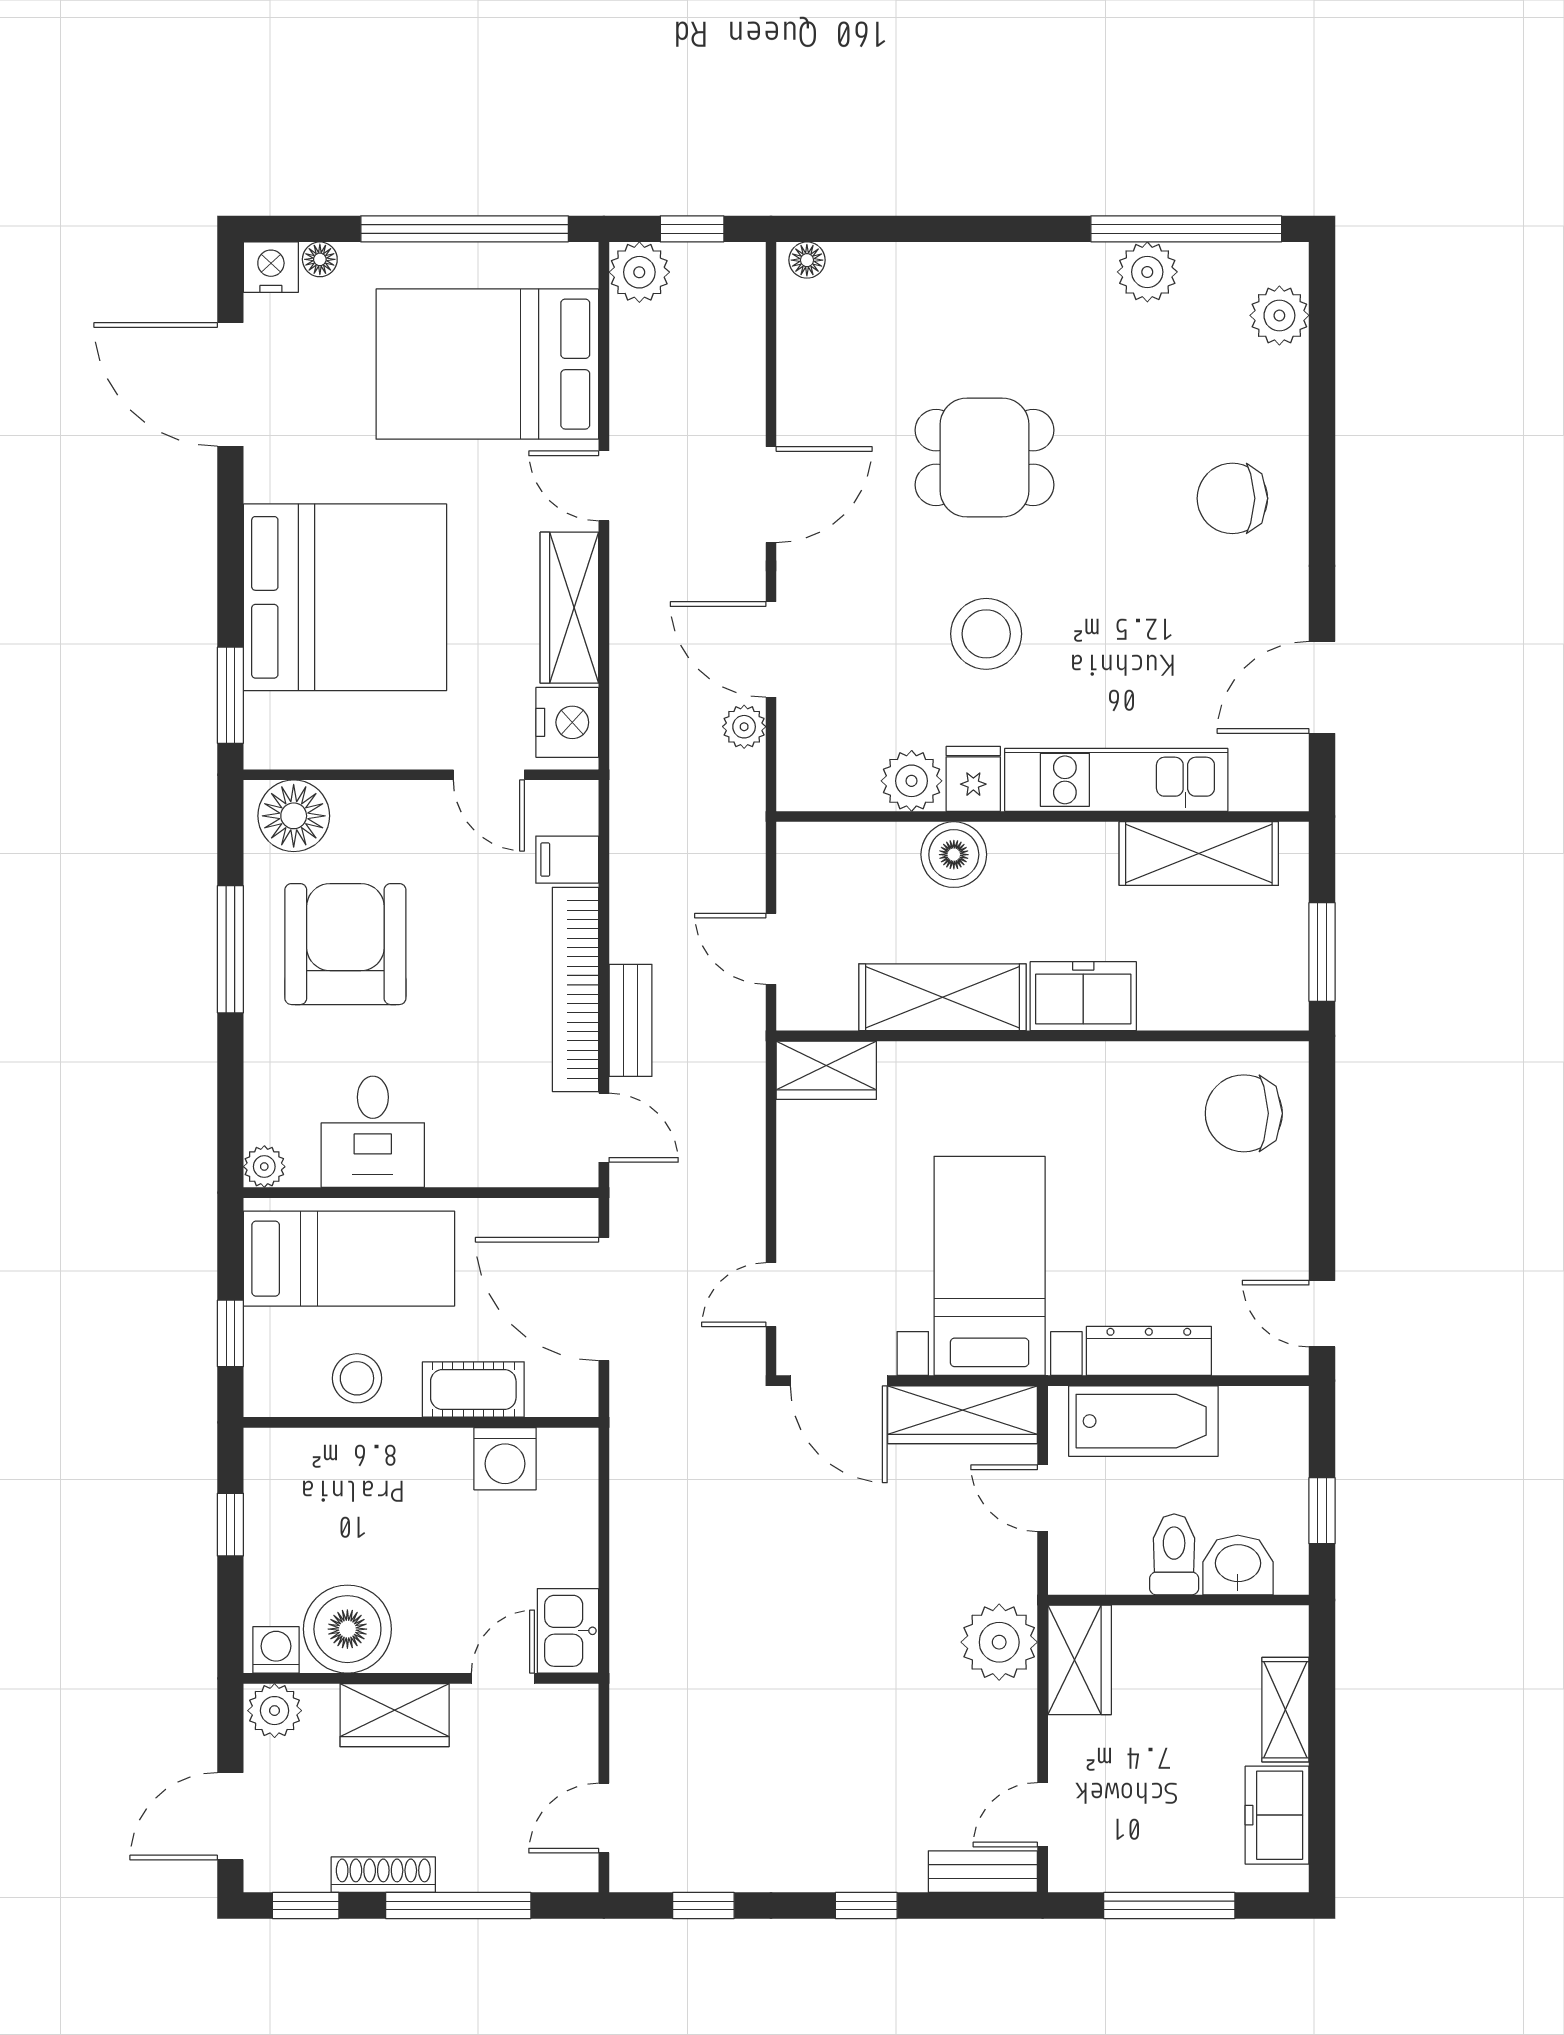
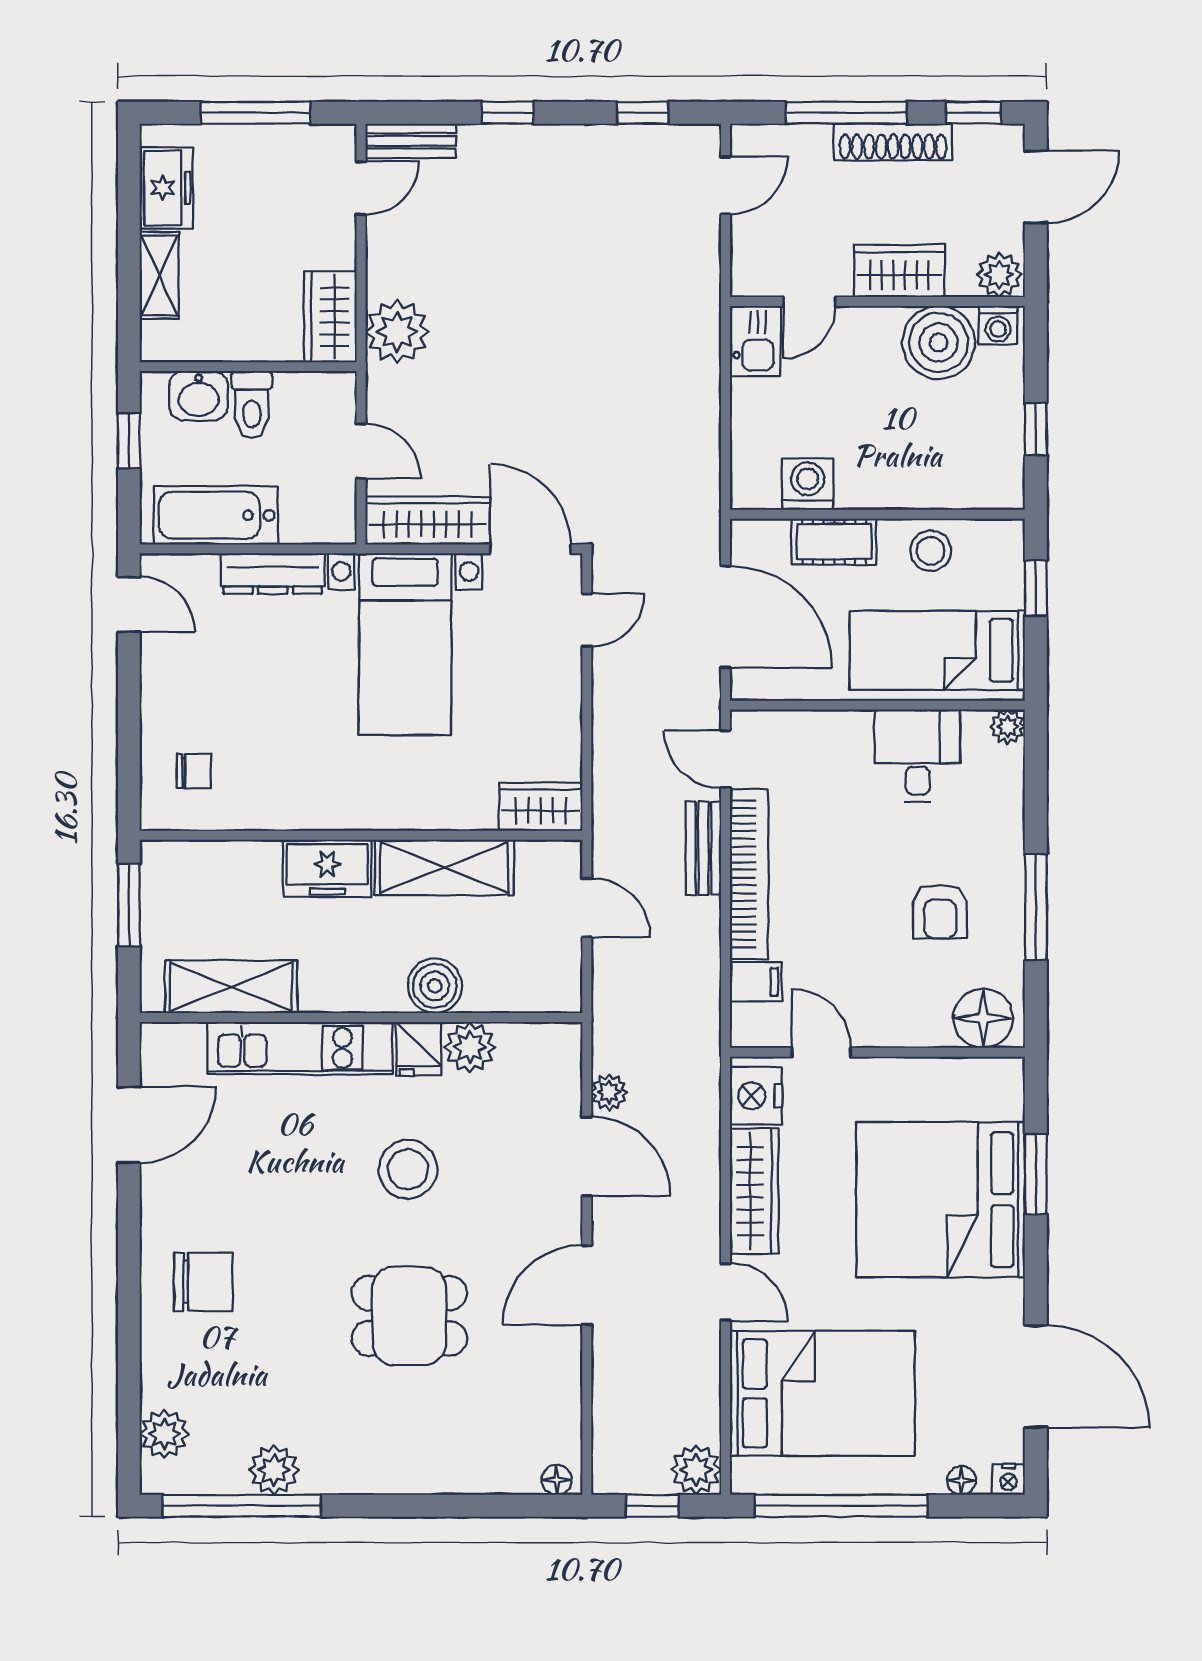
nightstand: (271, 267) -> (1009, 1479), width x0.72, depth x0.74
window: (230, 695) -> (1036, 1174), moved
armchair: (345, 944) -> (940, 912), width x0.53, depth x0.53
chair: (1244, 1113) -> (194, 771), width x0.54, depth x0.54
bathtub: (1143, 1421) -> (216, 515), moved
shoe rack: (383, 1875) -> (893, 142), width x1.36, depth x1.24

